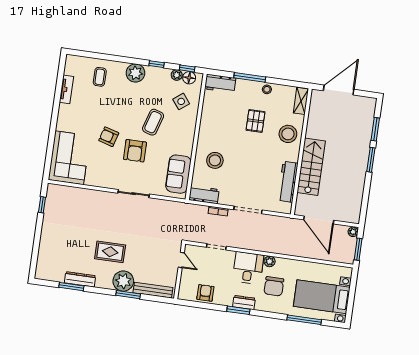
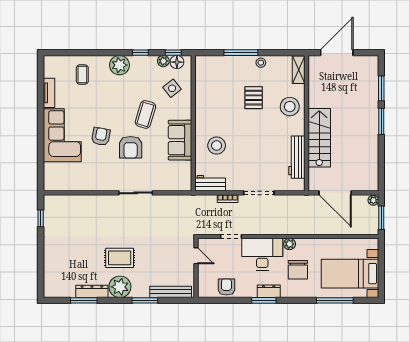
workbench: (220, 83) -> (211, 63), removed
armchair: (109, 137) -> (101, 136), turned 84
corner sofa: (69, 158) -> (62, 135), moved
sofa: (178, 174) -> (180, 140), moved
desk: (248, 268) -> (262, 254), width x1.37
plant: (123, 281) -> (120, 287), moved

